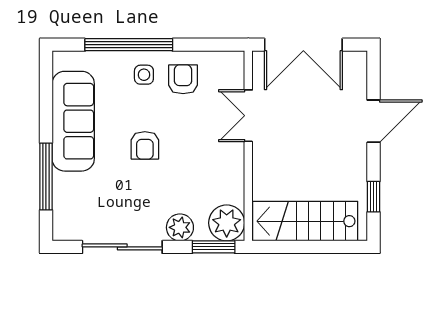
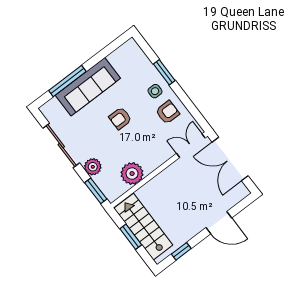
window: (129, 45) -> (164, 72), width x0.47
double door: (248, 116) -> (191, 146), moved
sofa: (73, 121) -> (88, 87), moved
plant: (227, 223) -> (132, 174), moved
window: (306, 247) -> (131, 237), added

